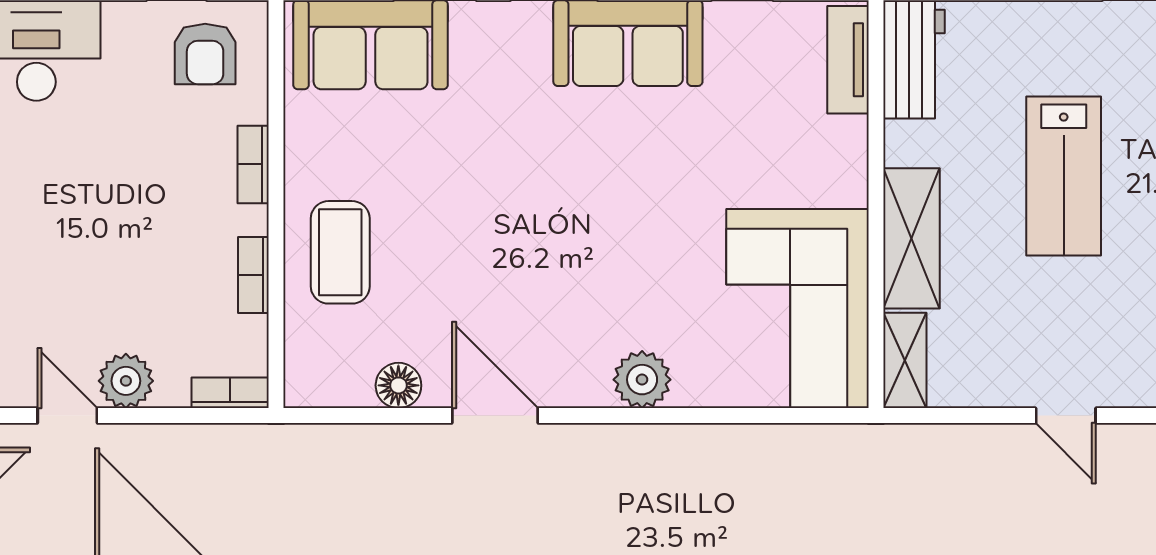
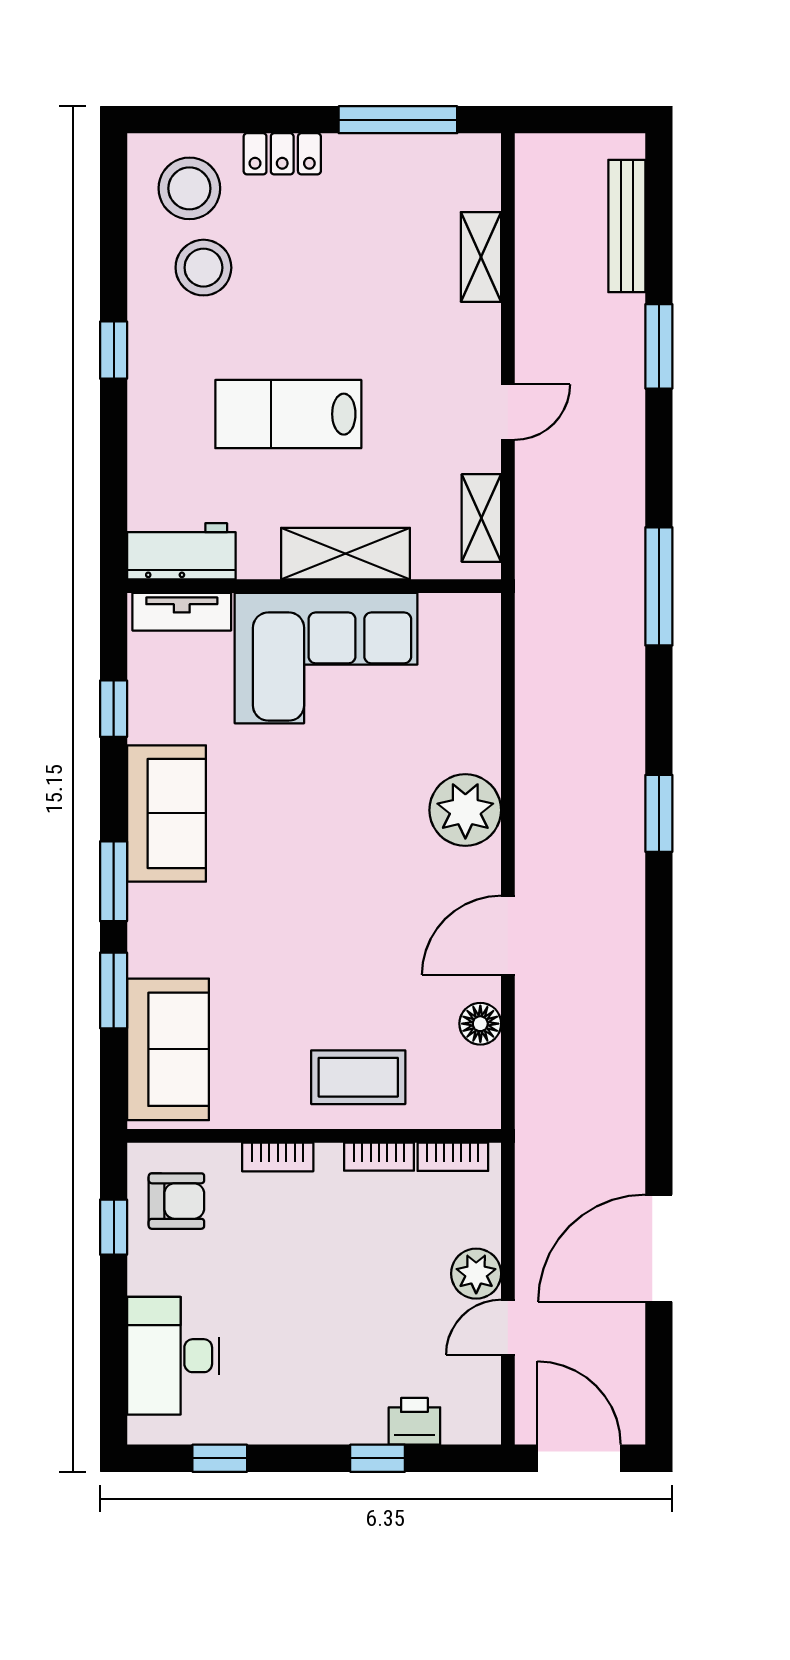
lab bench: (1064, 176) -> (288, 414), turned 180
corner sofa: (797, 309) -> (326, 658), moved
shelving: (905, 360) -> (481, 518), moved, turned 90
plant: (642, 380) -> (465, 810), width x1.36, depth x1.36
bookcase: (230, 393) -> (453, 1157), moved, turned -90

